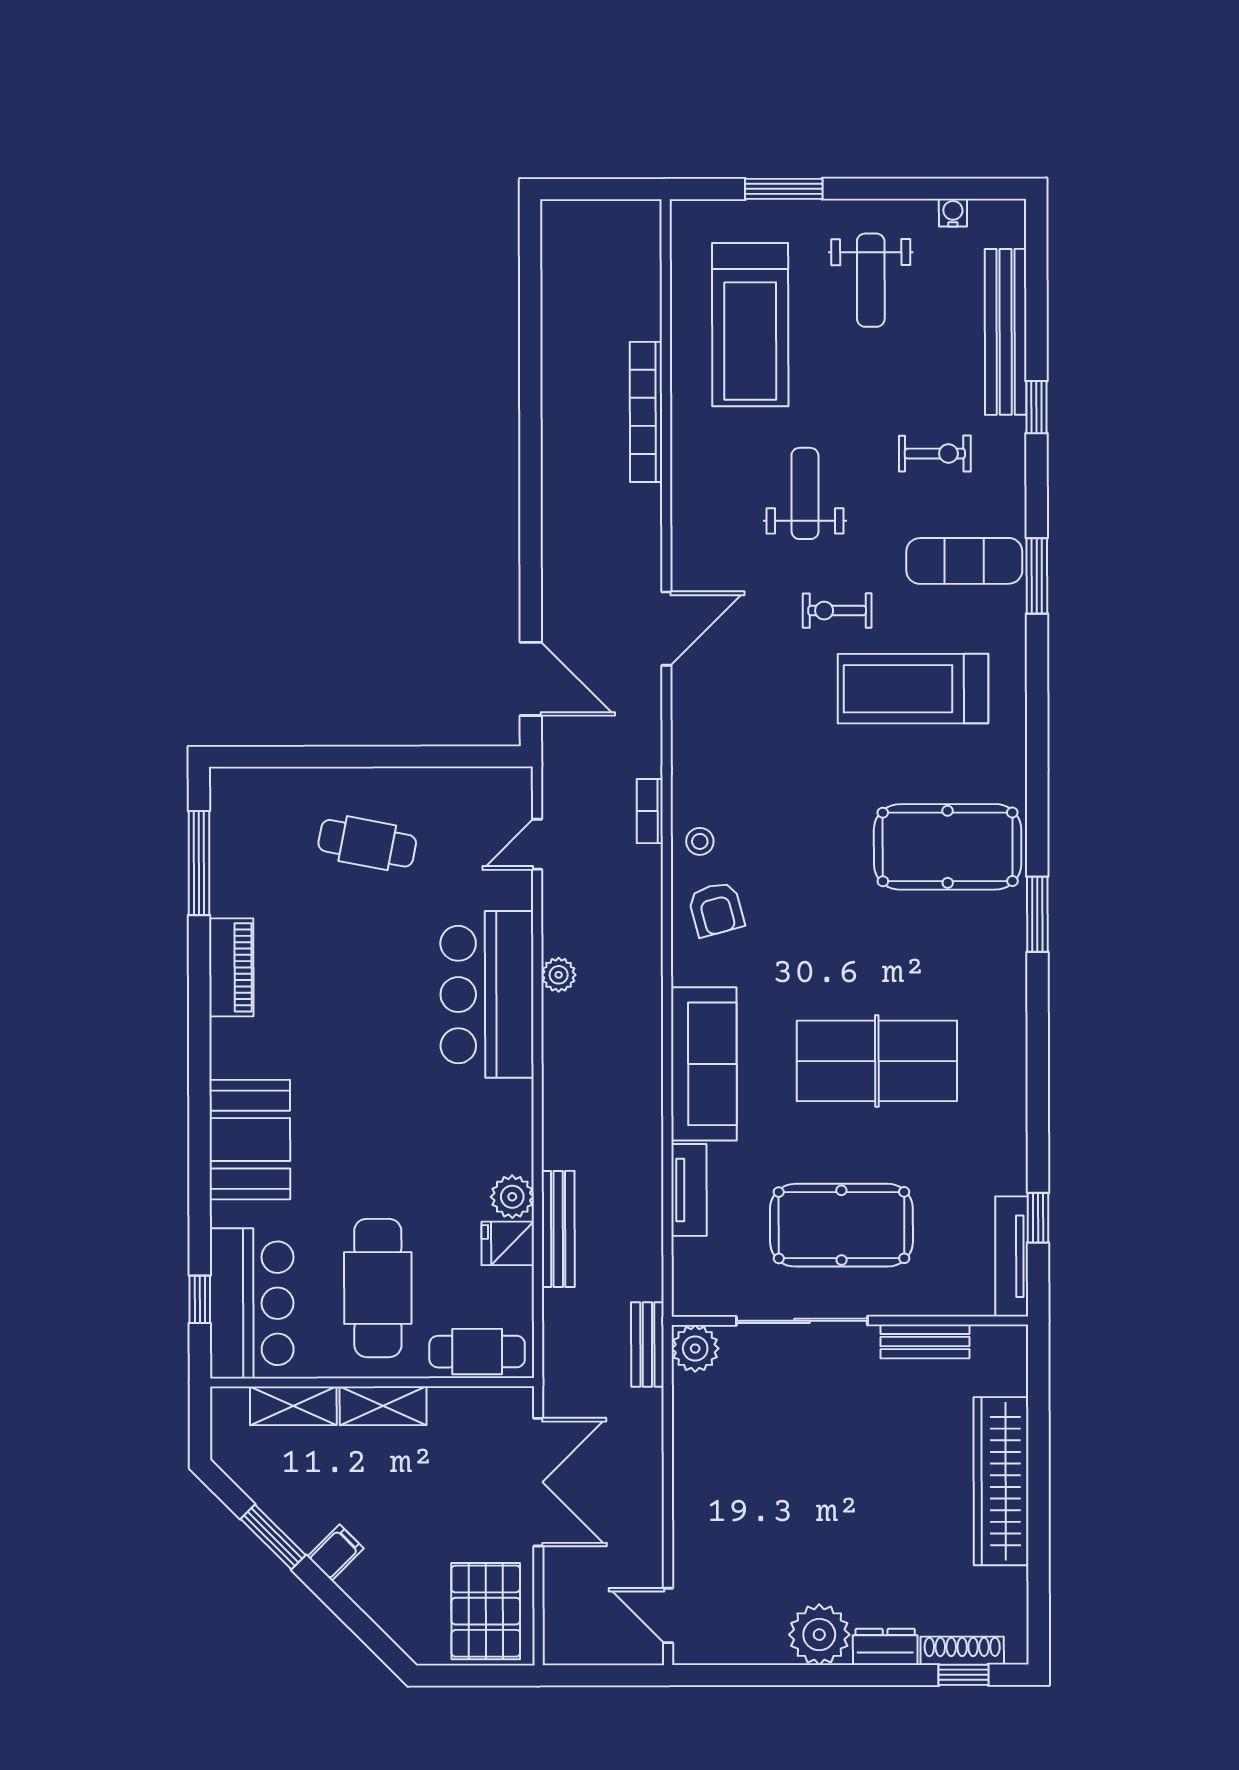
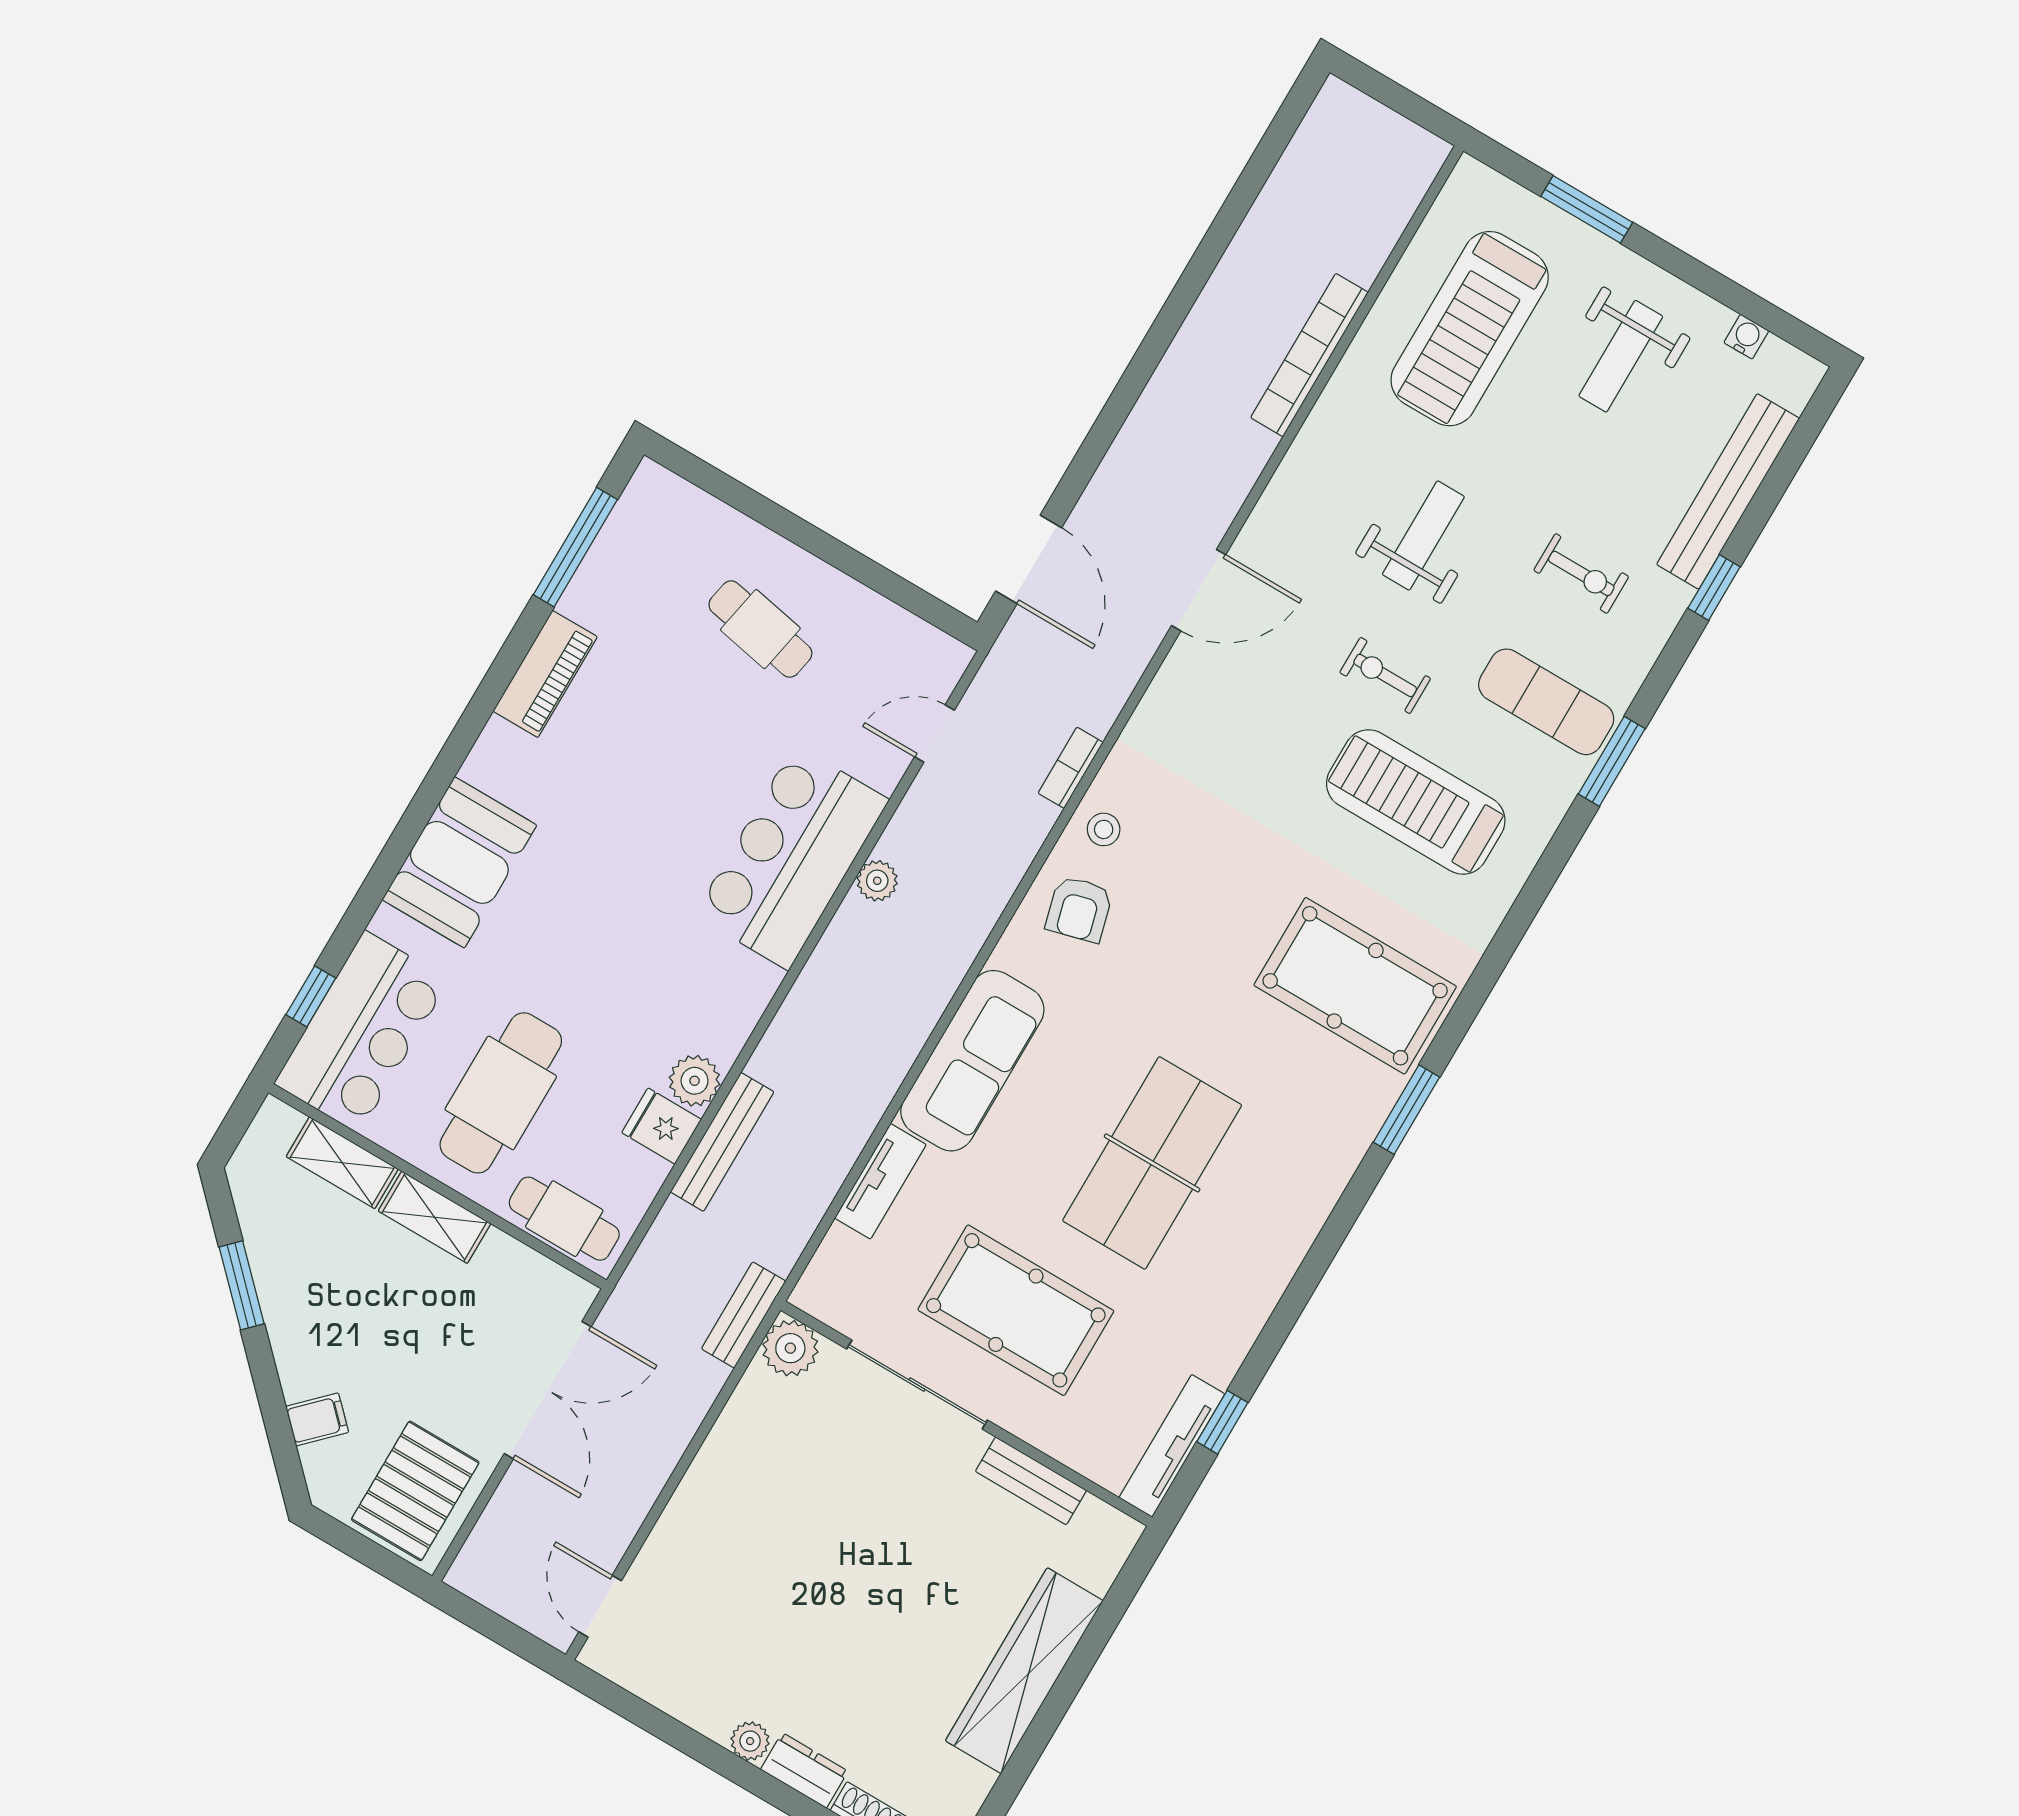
table tennis table: (877, 1061) -> (1152, 1163), turned 90
filing cabinet: (336, 1553) -> (317, 1419), moved
plant: (819, 1635) -> (750, 1741), width x0.53, depth x0.53

